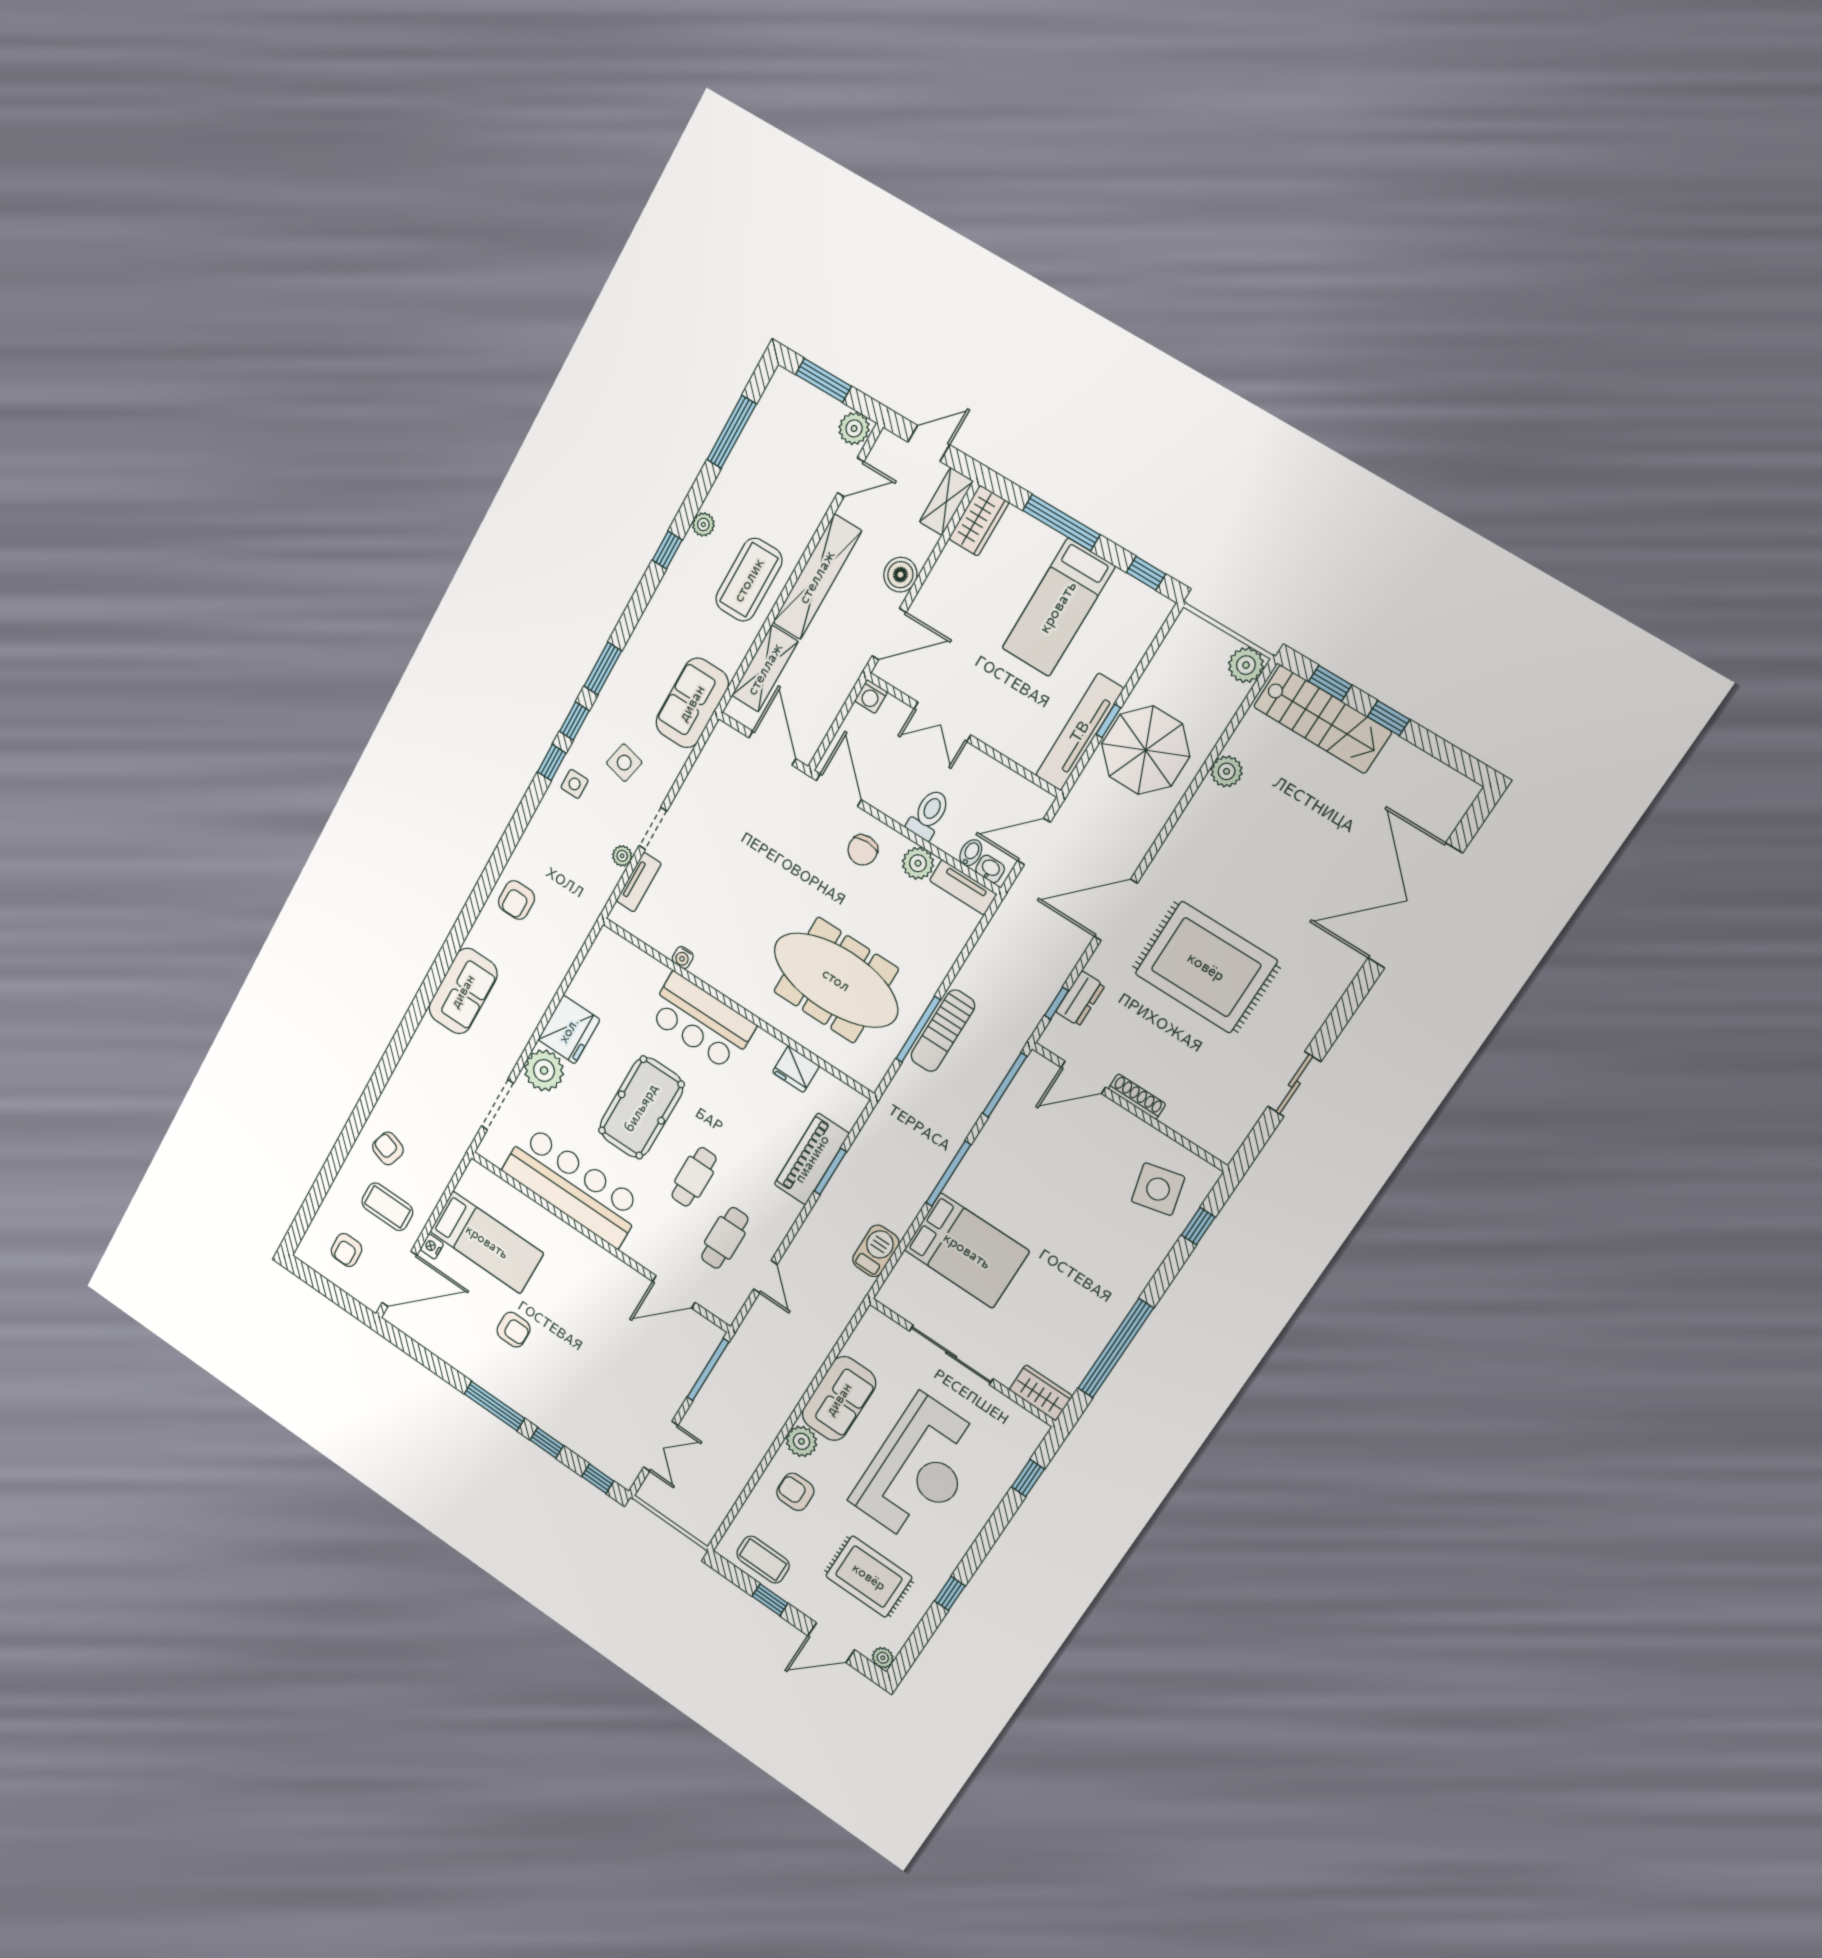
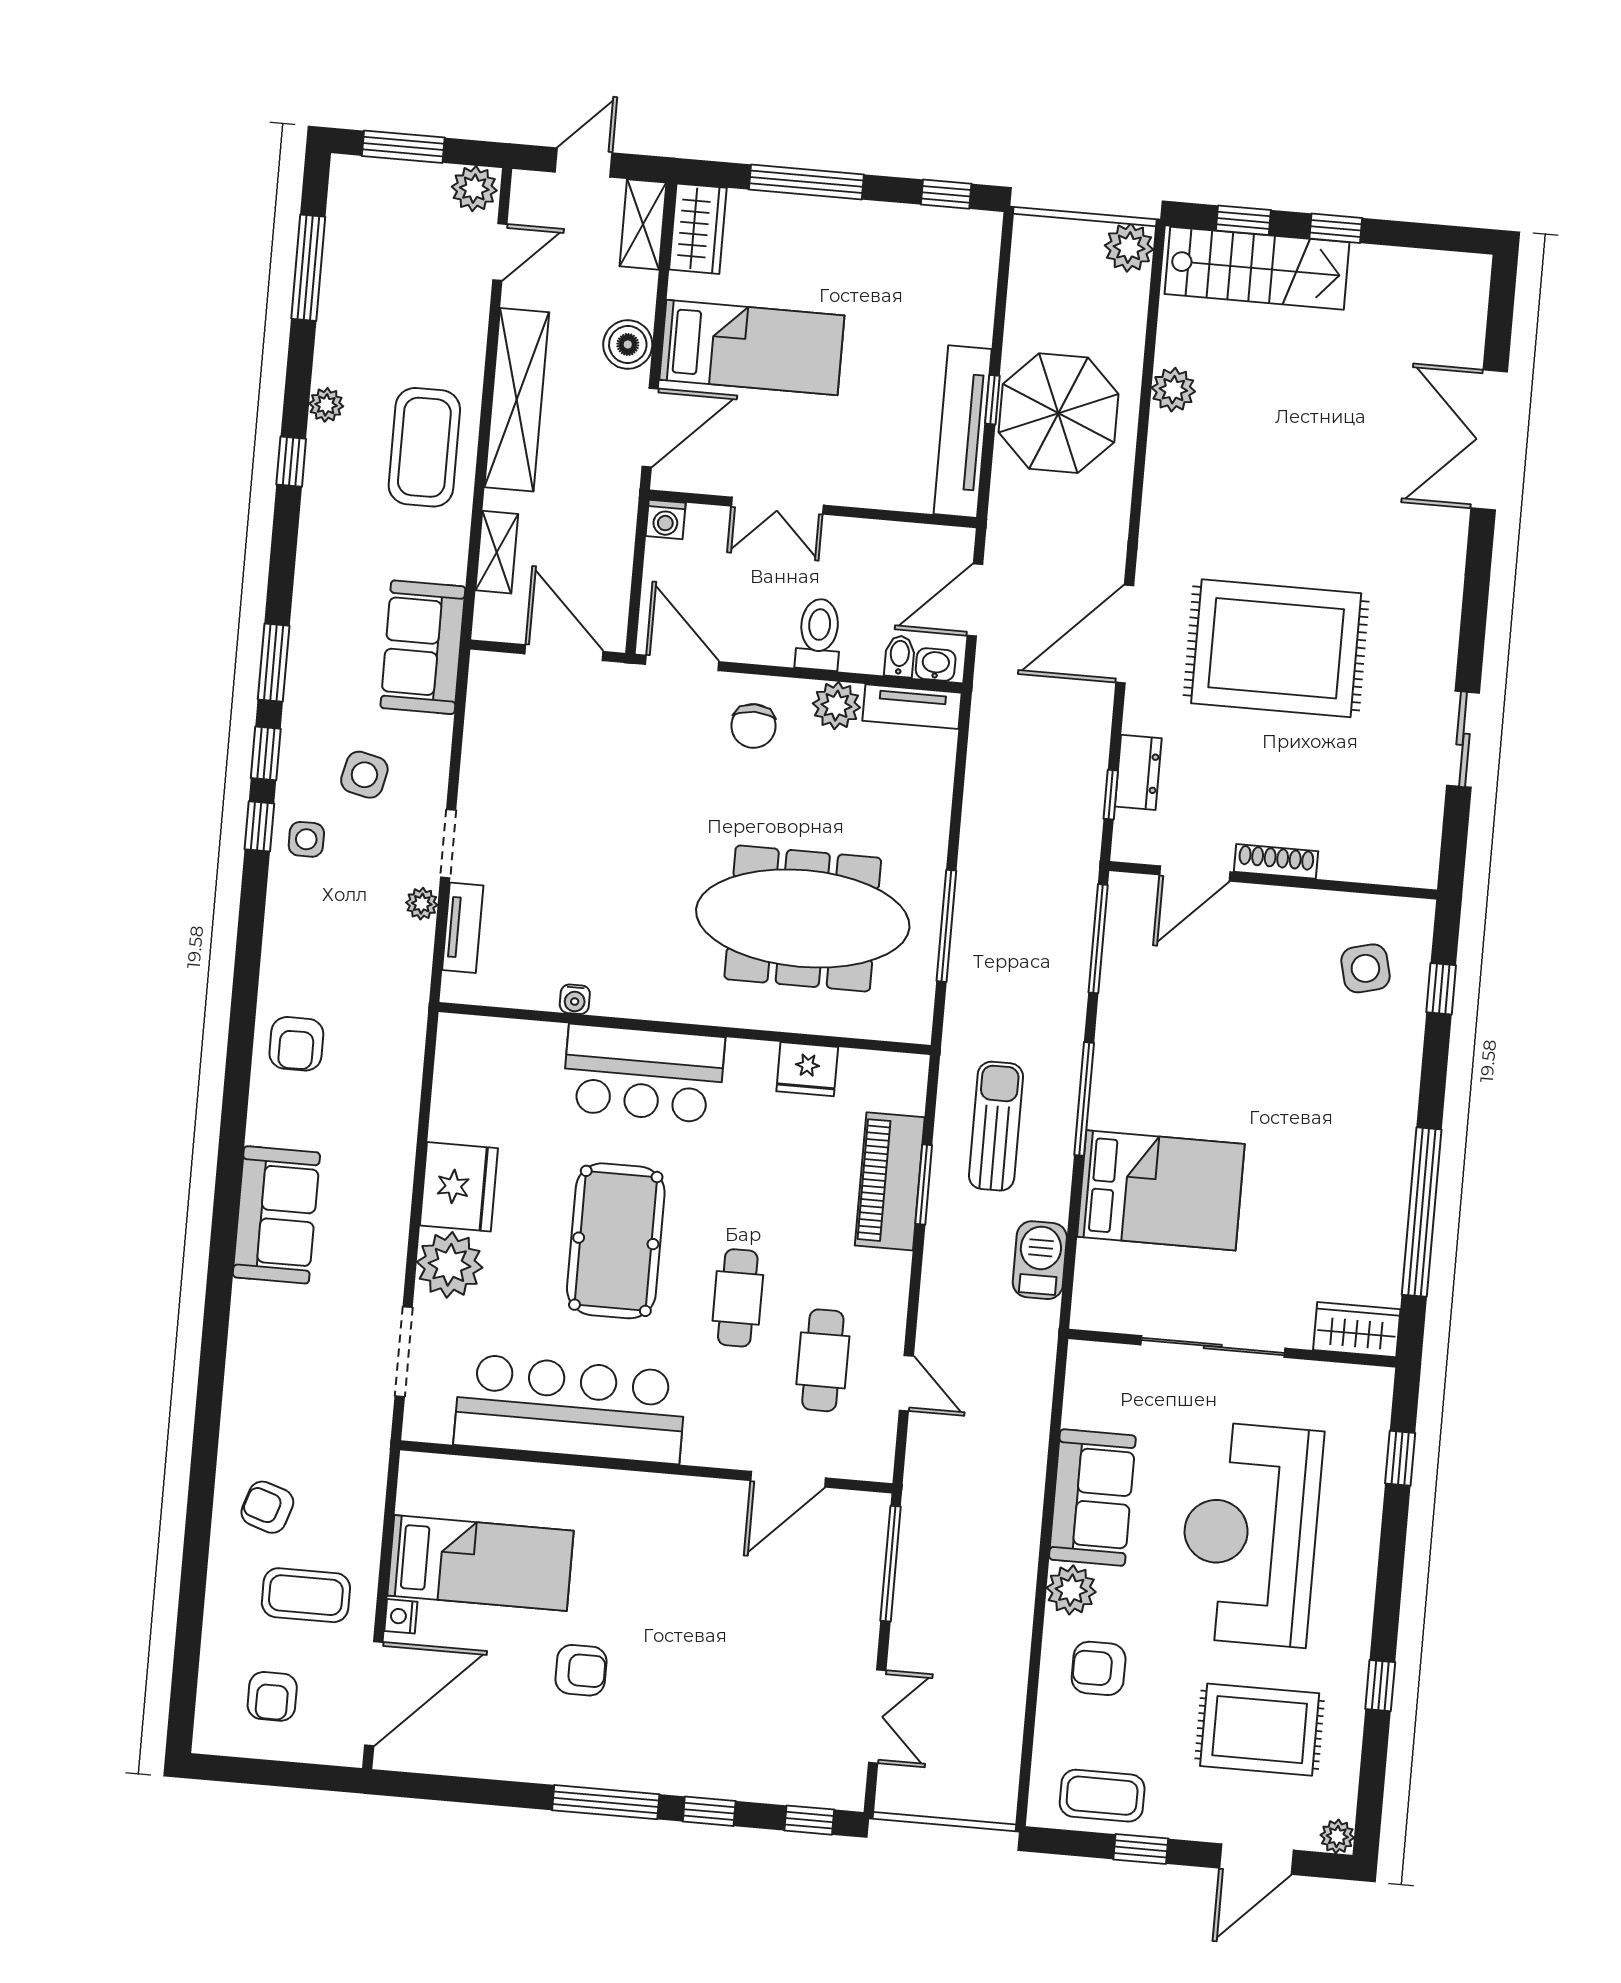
bed: (1058, 607) -> (752, 348), moved, turned -90
shelving: (765, 669) -> (497, 552), width x0.67, depth x0.75
double door: (1415, 906) -> (1489, 440), width x0.73
sun lounger: (943, 1031) -> (996, 1126), moved, turned 180
side table: (1158, 1189) -> (1365, 968), width x0.73, depth x0.73
reception desk: (918, 1470) -> (1250, 1534), turned 180

